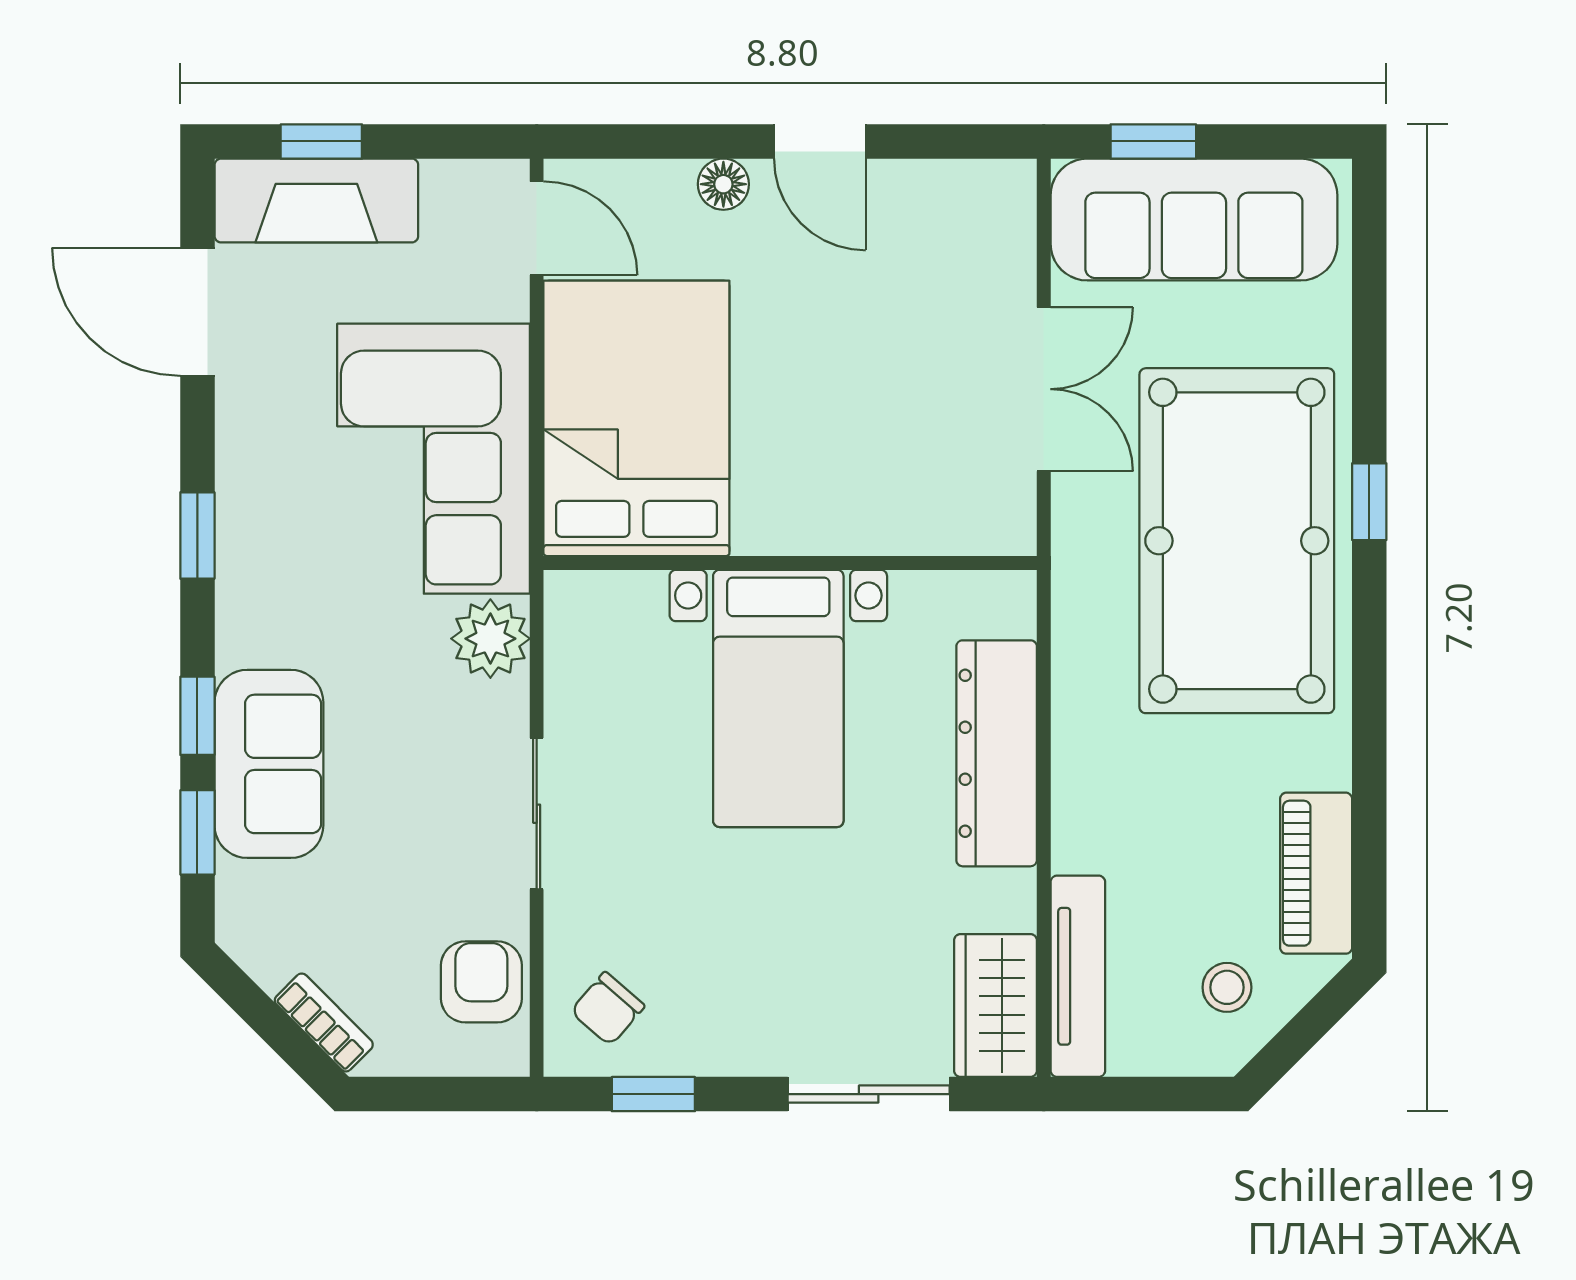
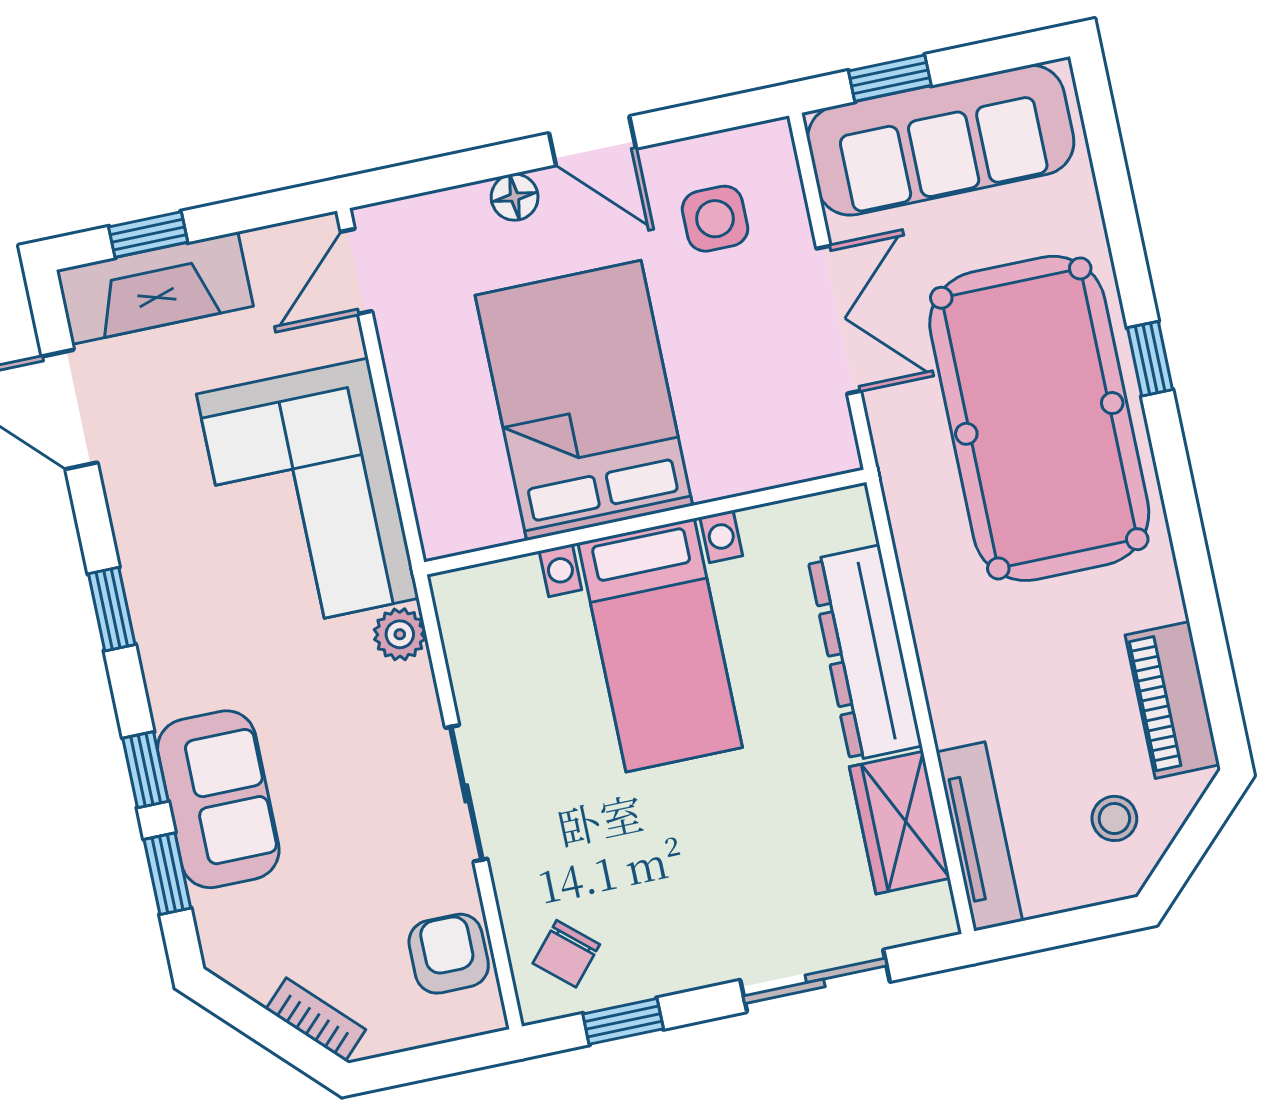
door: (537, 228) -> (356, 271), swing flipped
side table: (934, 253) -> (715, 219), added
bed: (636, 418) -> (584, 400), moved
plant: (490, 639) -> (400, 634), width x0.73, depth x0.73
wardrobe: (995, 1005) -> (900, 823), moved

